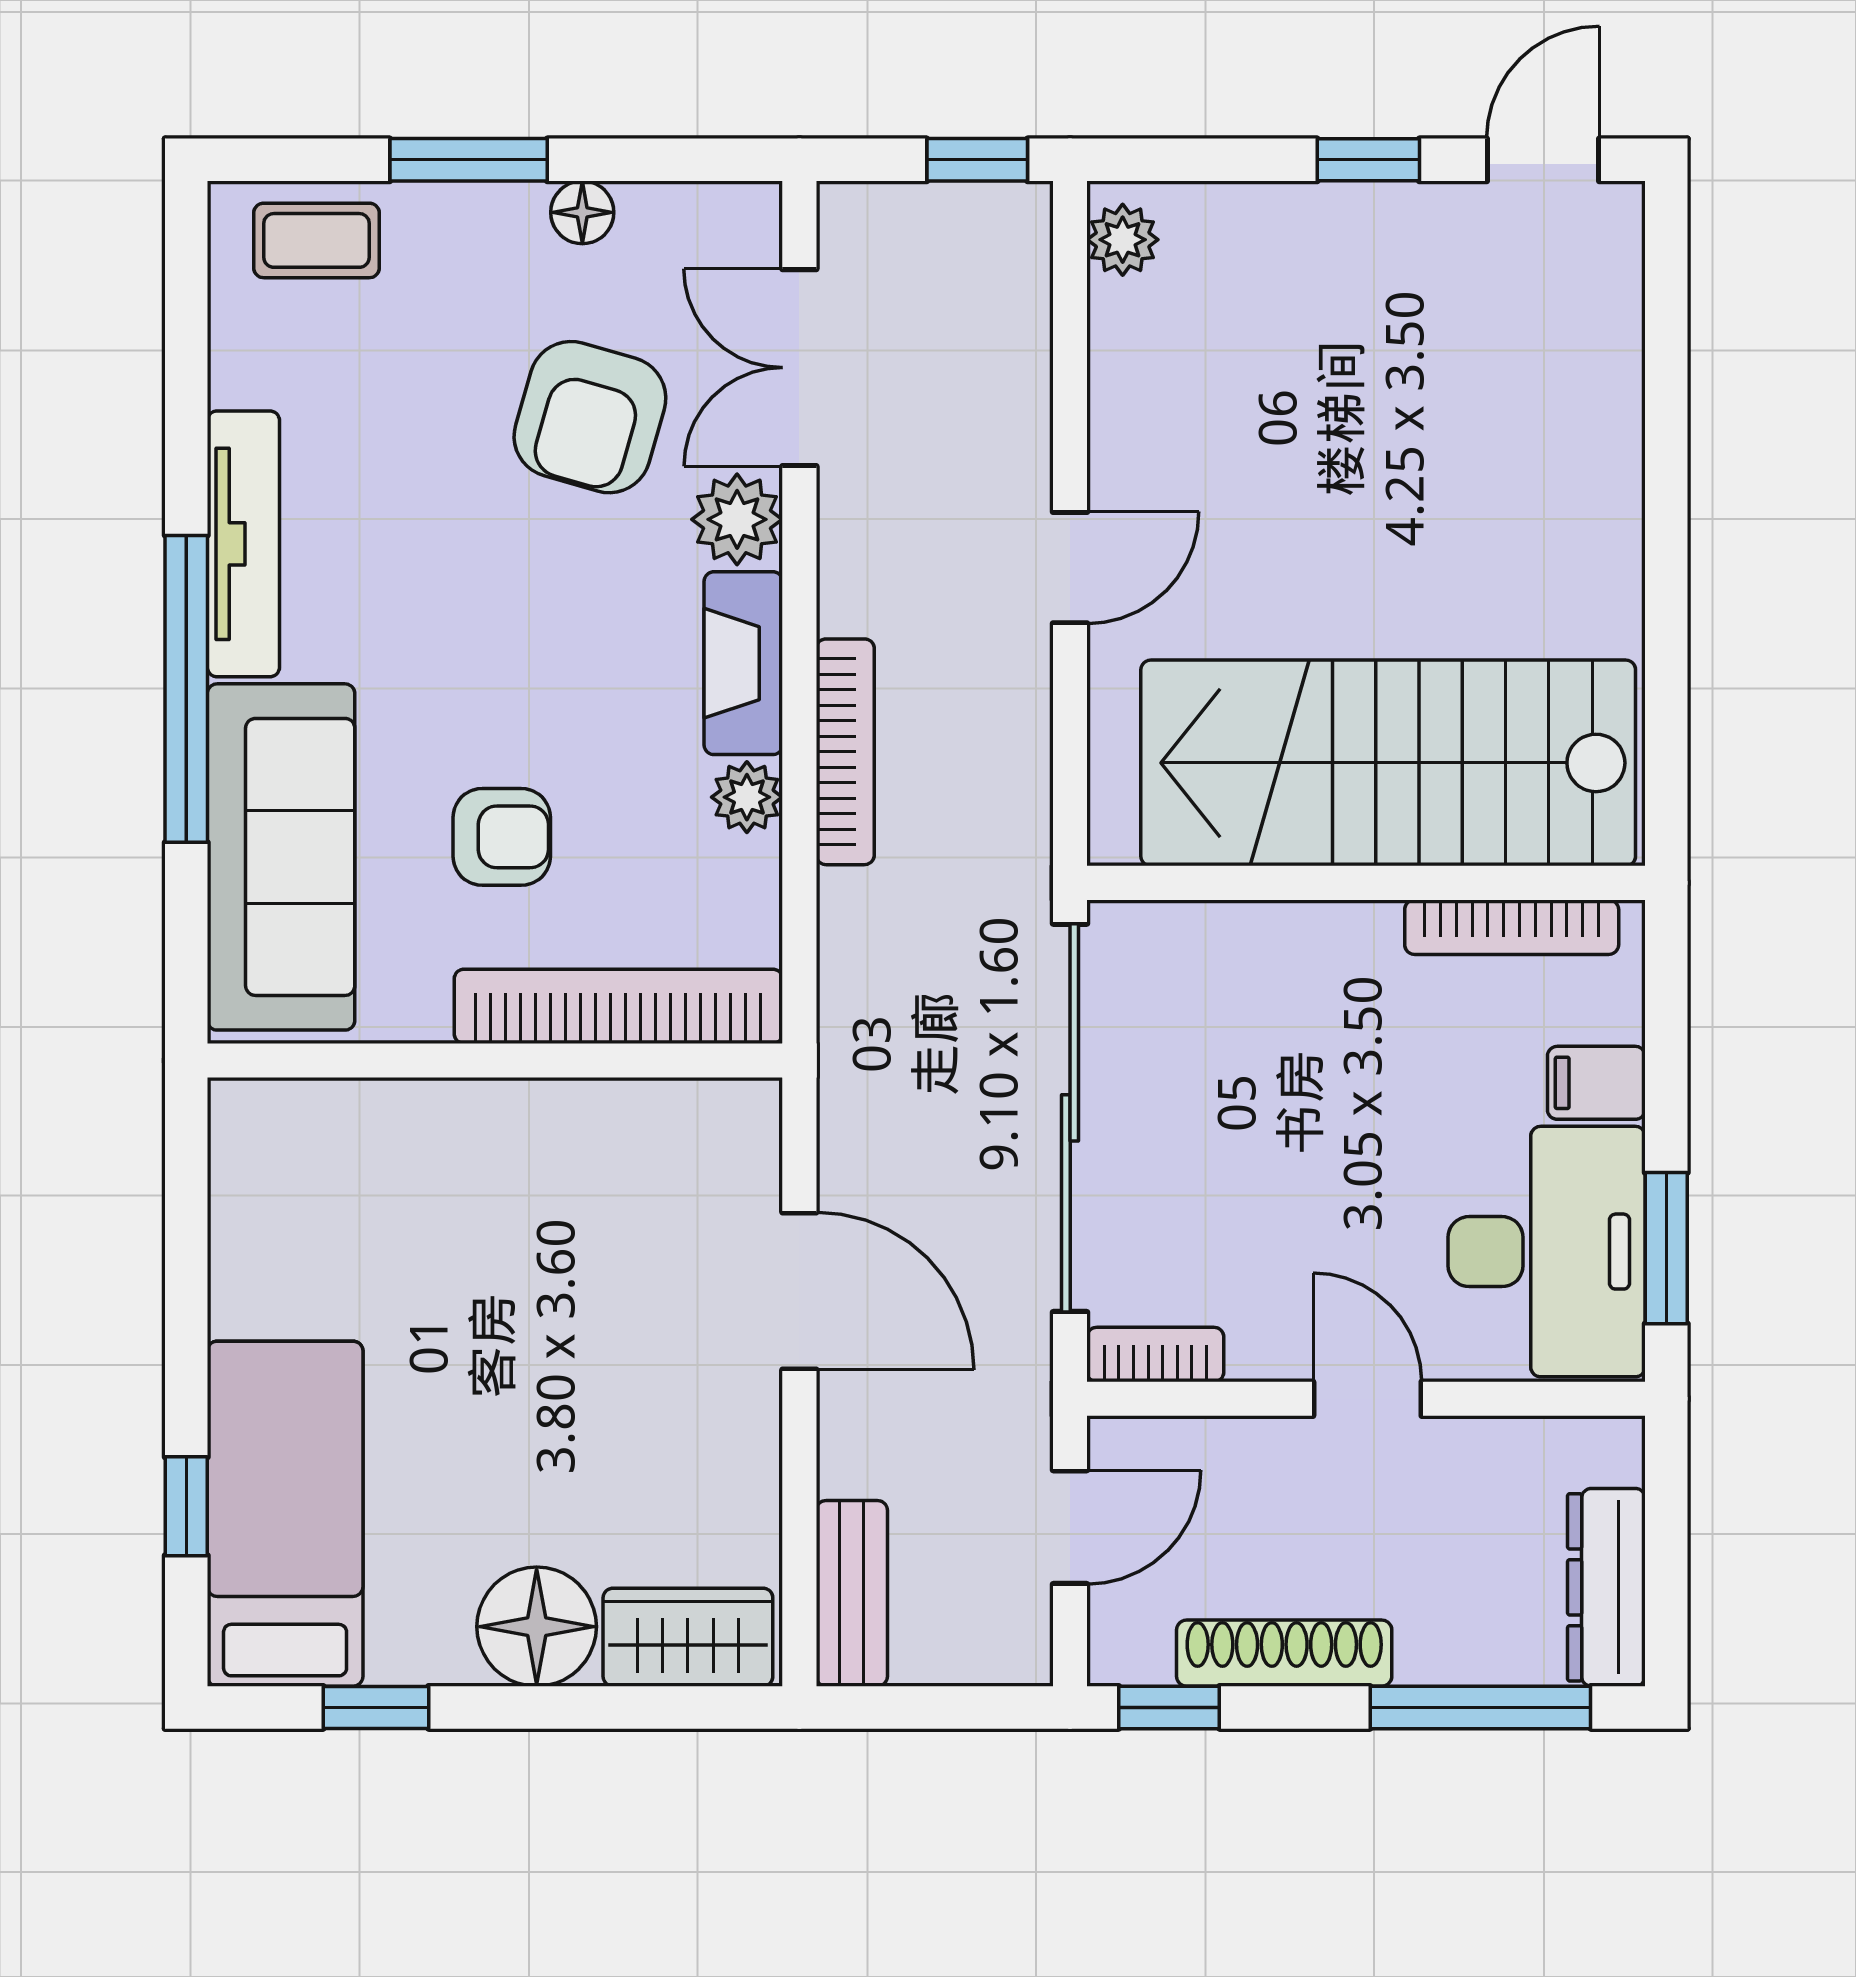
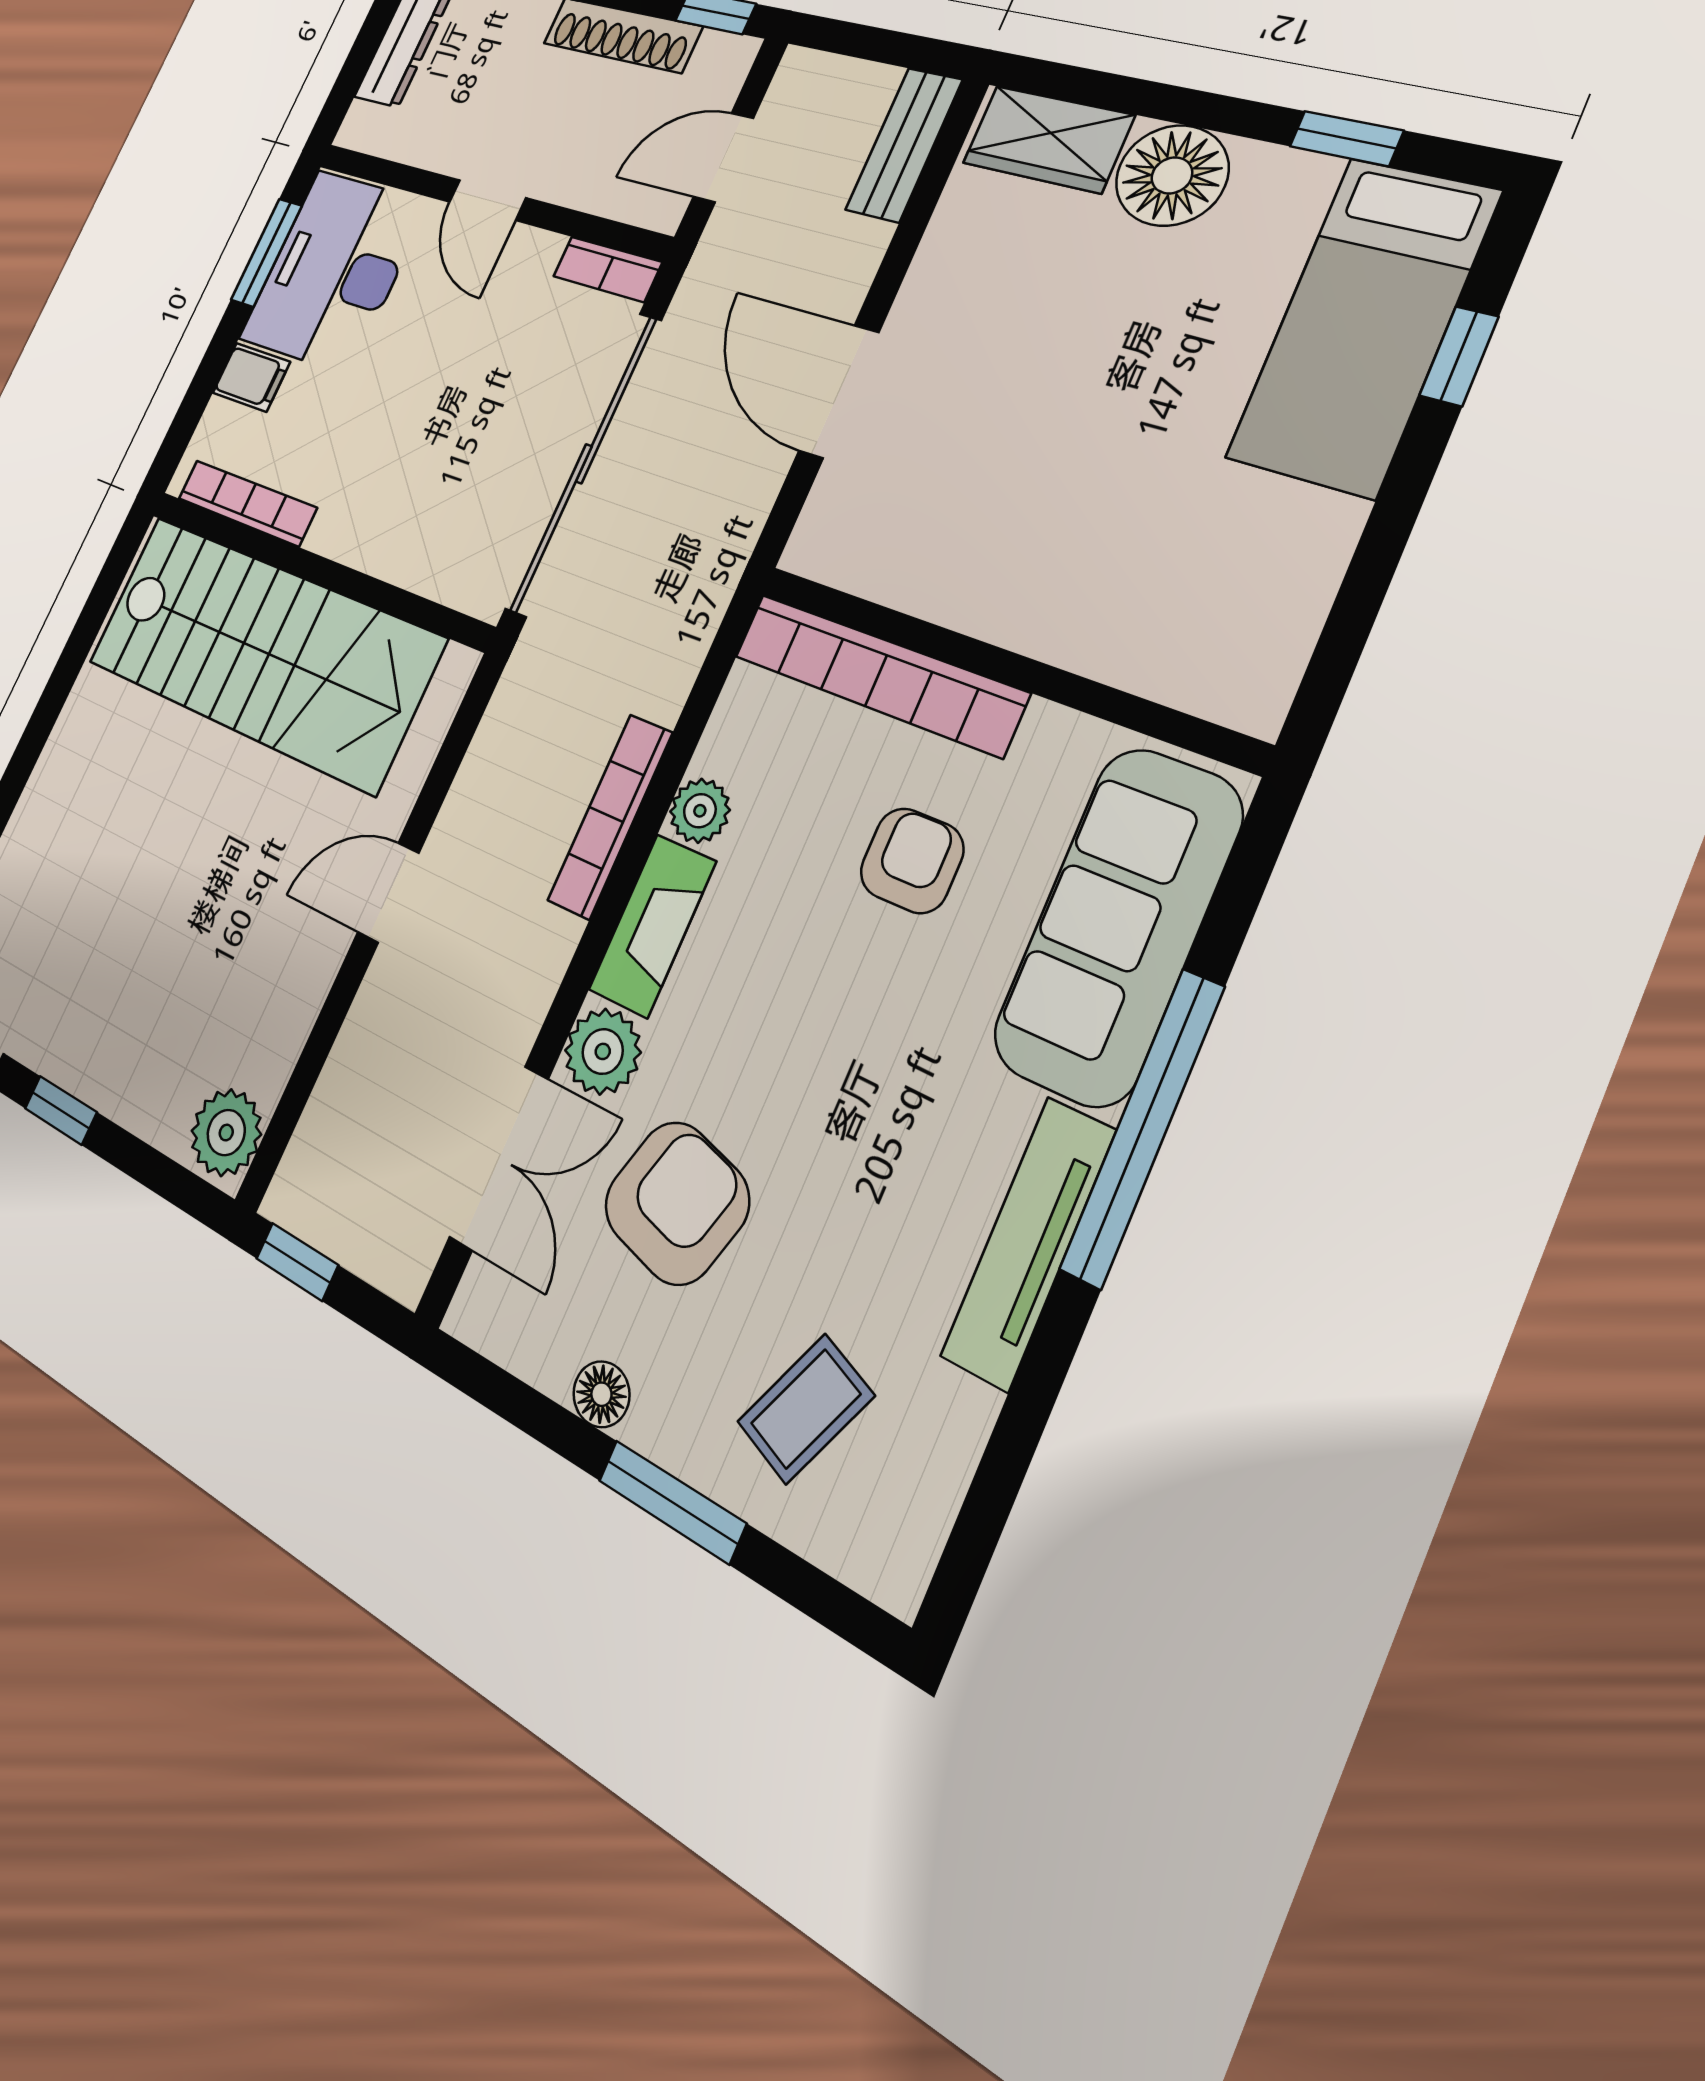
coffee table: (317, 240) -> (806, 1409), moved, turned -68
plant: (1123, 240) -> (226, 1133), width x1.38, depth x1.38
armchair: (502, 837) -> (912, 861), turned 90

